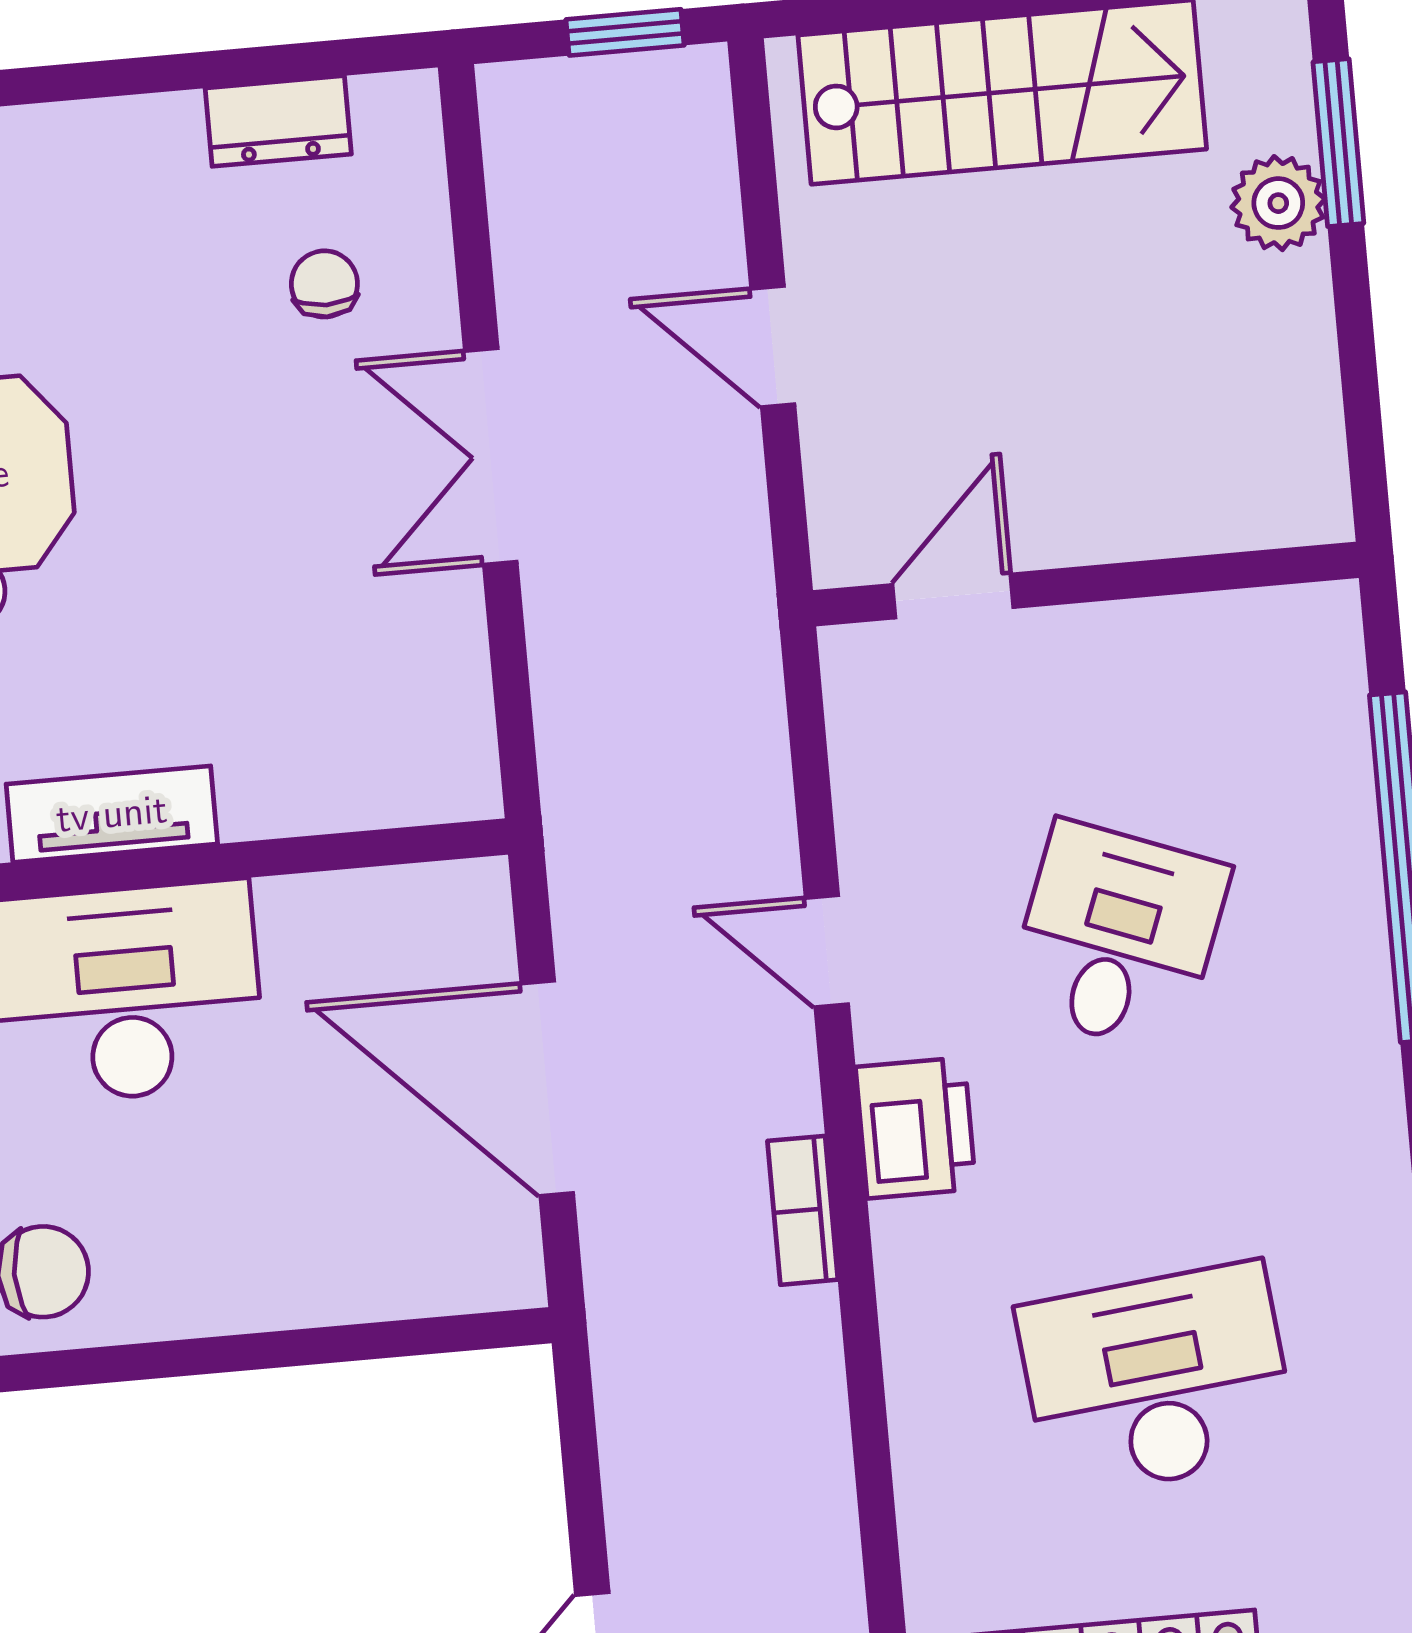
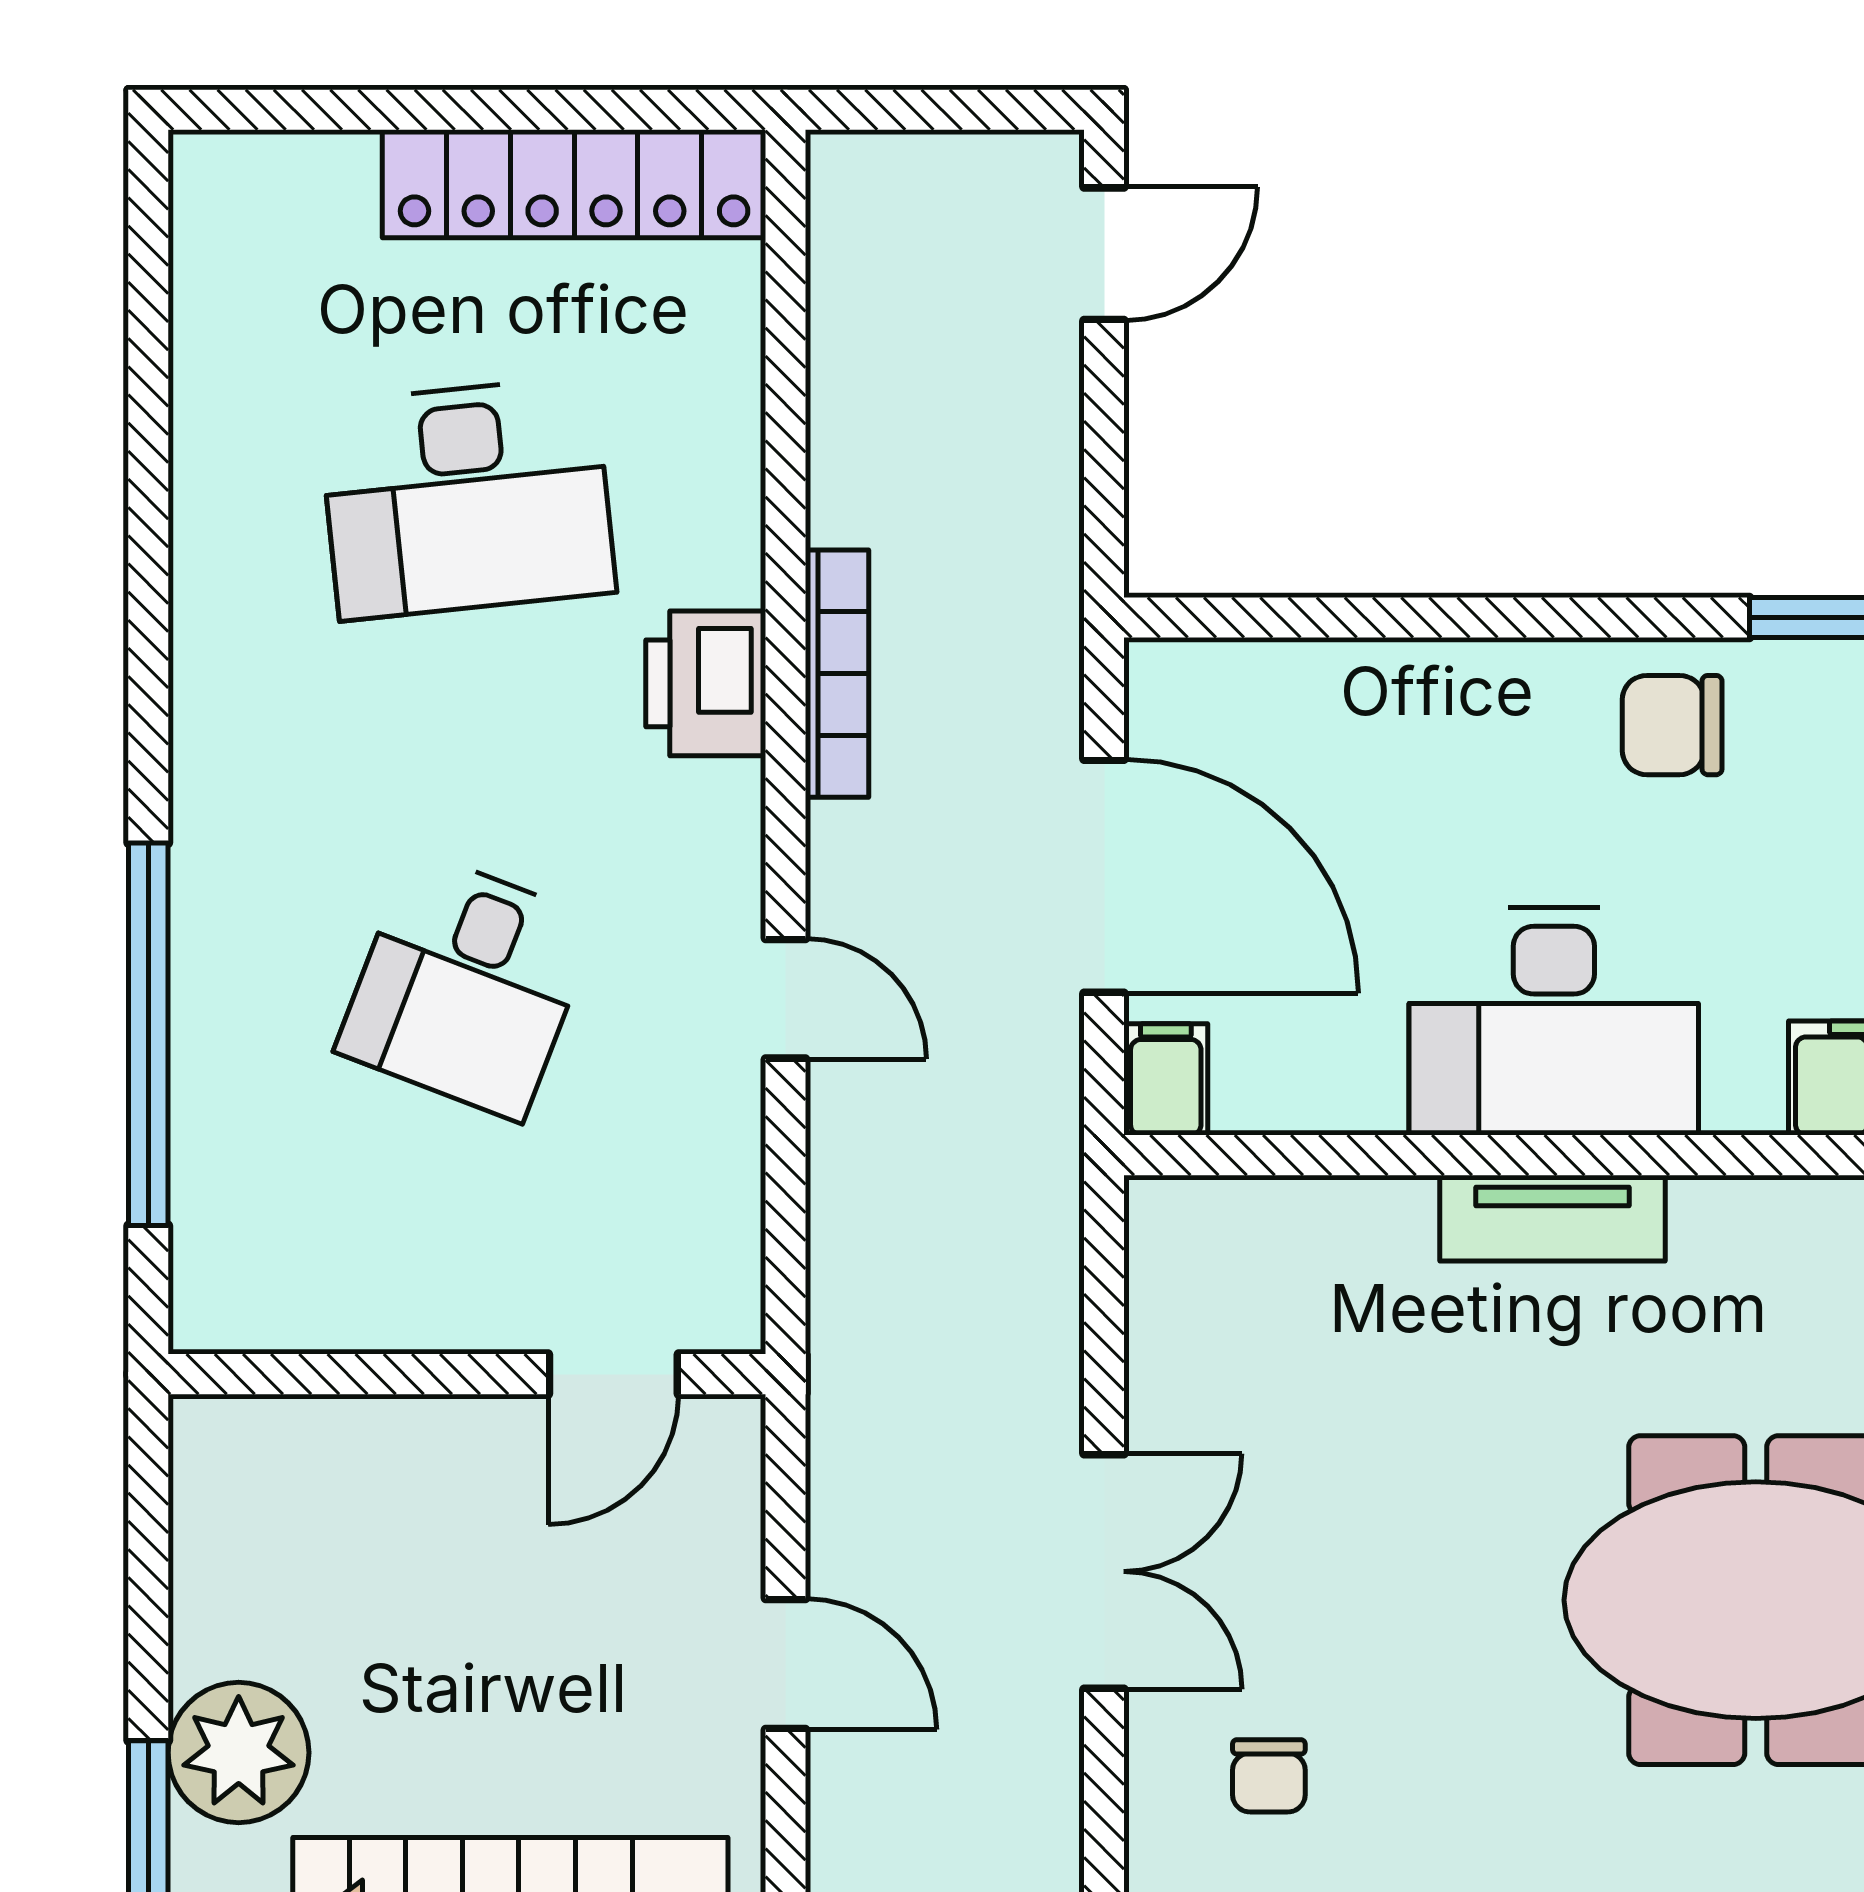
plant: (1278, 203) -> (239, 1753), width x1.36, depth x1.36
filing cabinet: (475, 909) -> (1166, 1079), added
printer: (916, 1128) -> (706, 683), moved
bookcase: (803, 1210) -> (837, 674), width x1.56

